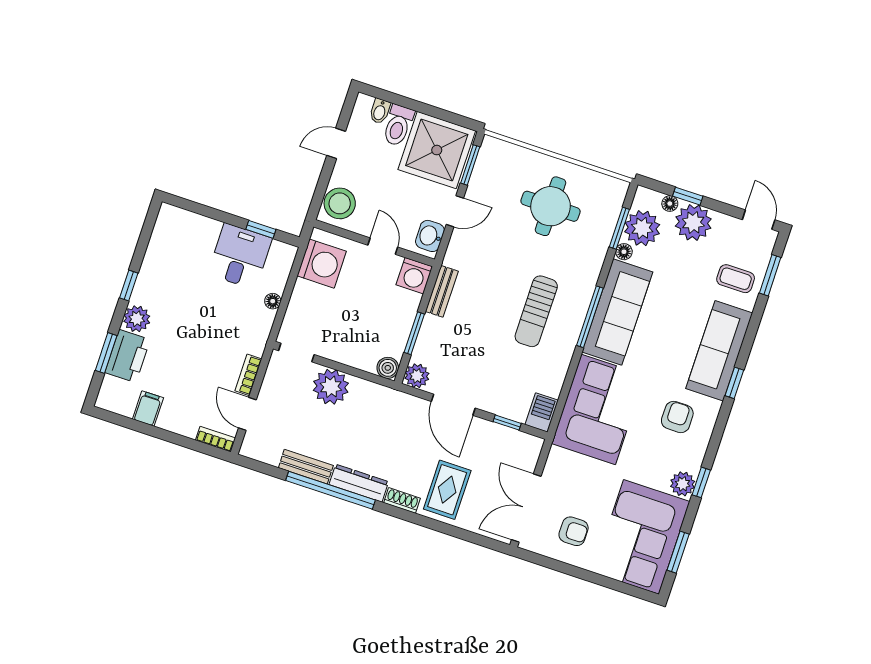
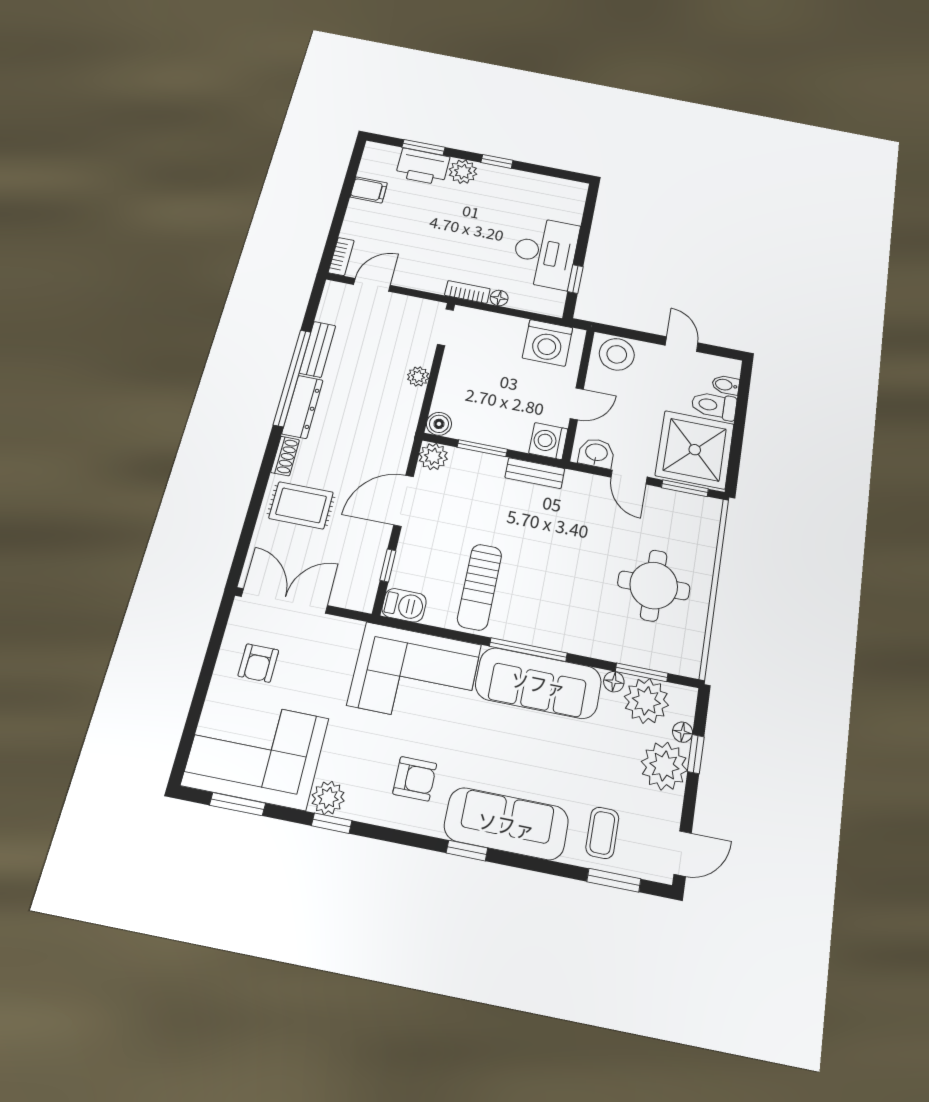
desk: (240, 256) -> (545, 253), width x1.37
sun lounger: (536, 311) -> (480, 587), moved, turned -90
bookcase: (248, 375) -> (467, 292), moved
plant: (331, 387) -> (418, 377), width x0.53, depth x0.53

